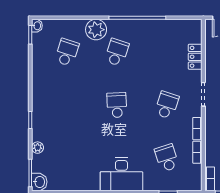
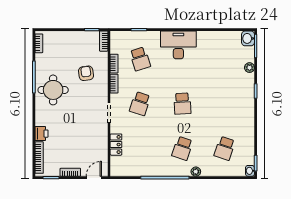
plant: (96, 30) -> (196, 172), width x0.53, depth x0.53

